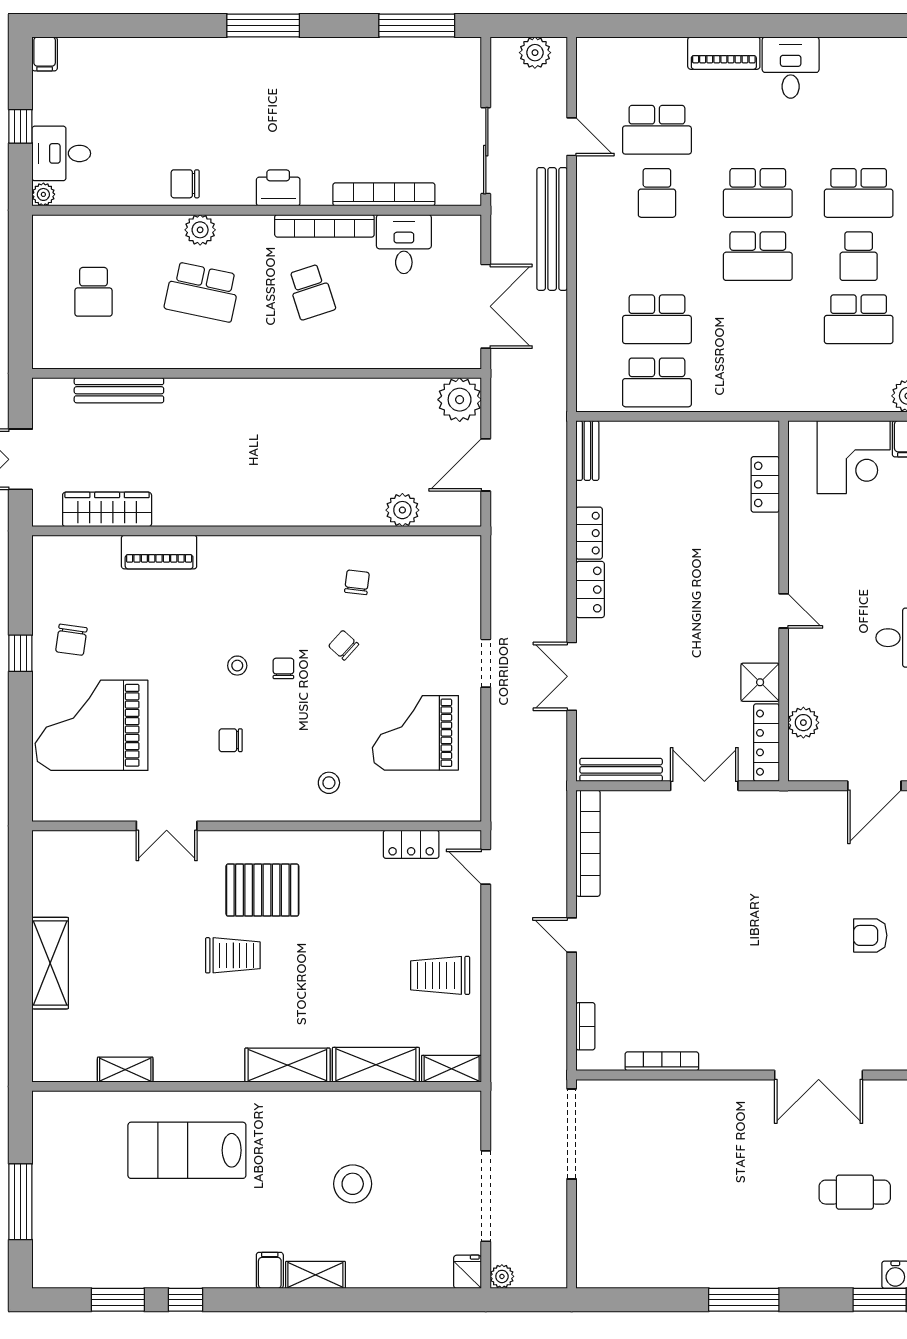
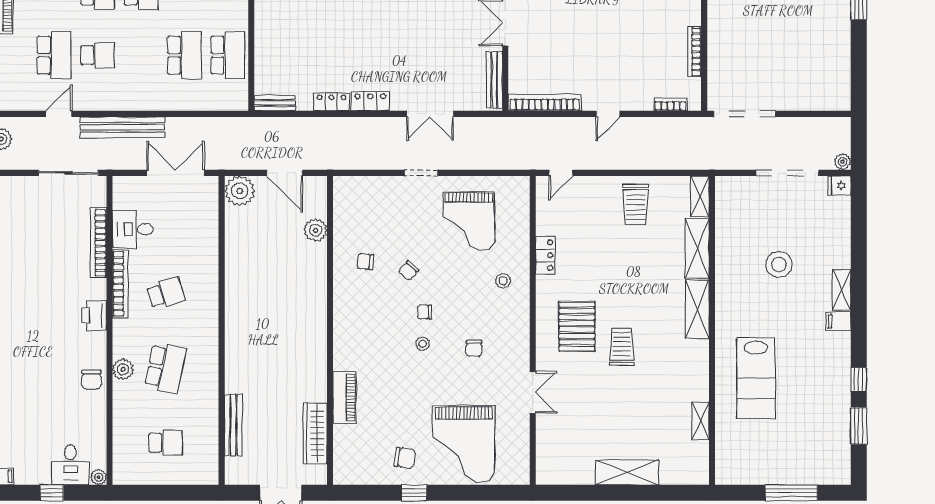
locker: (411, 844) -> (545, 255), moved

